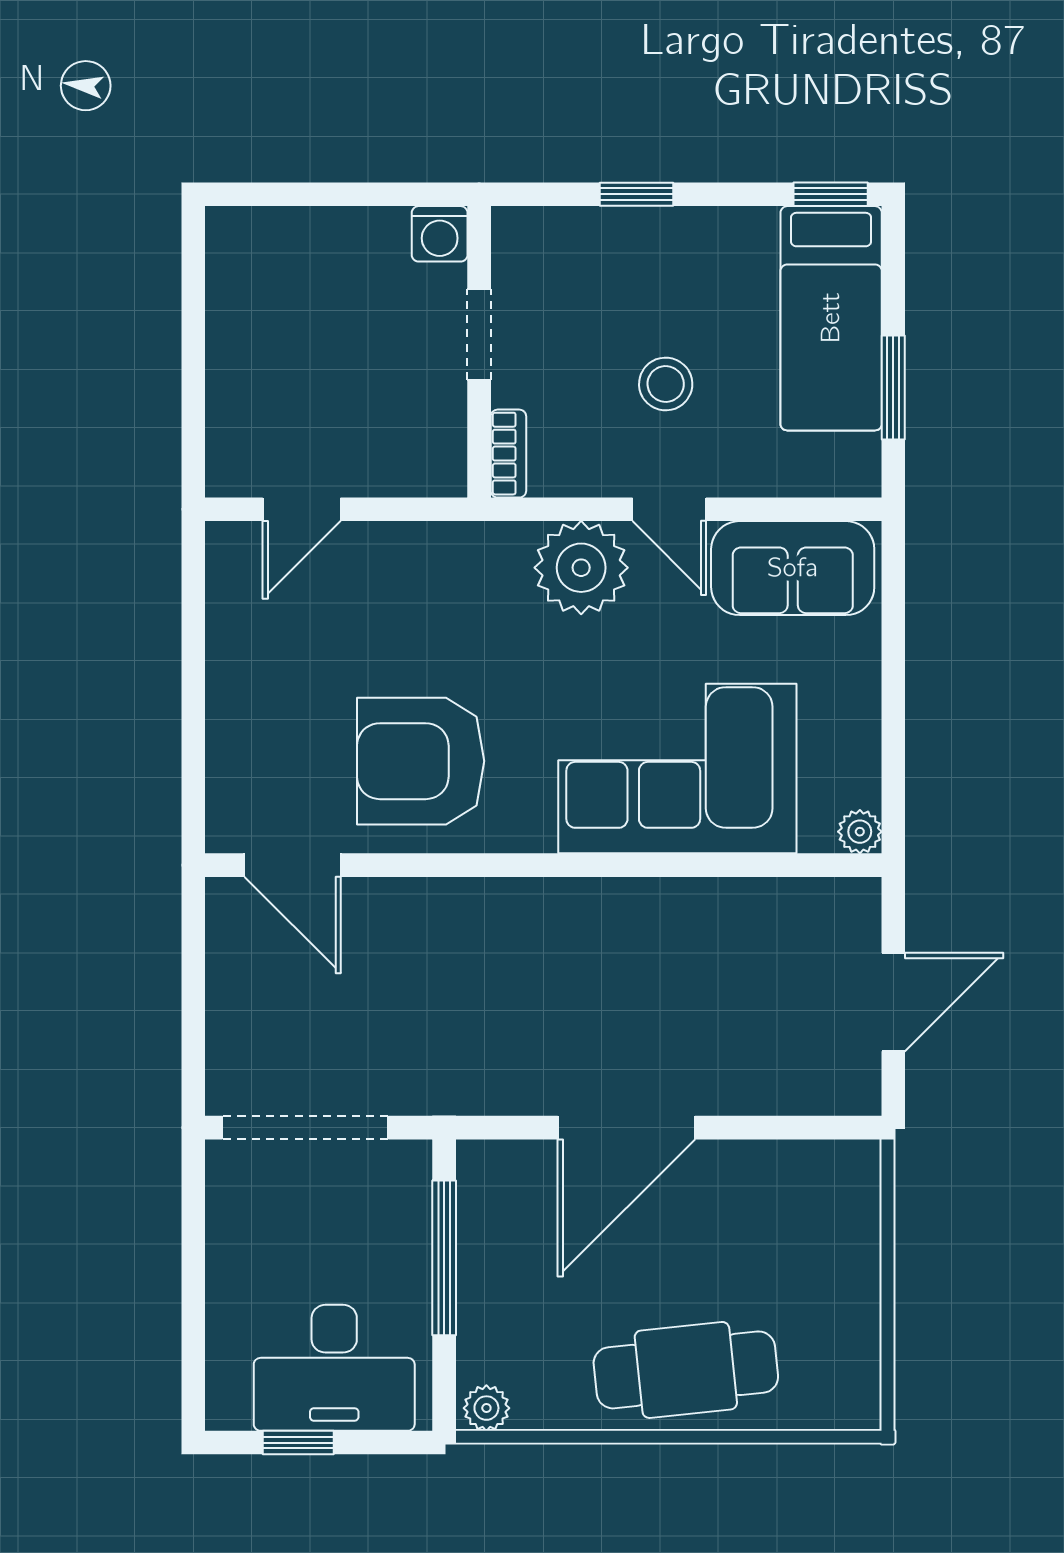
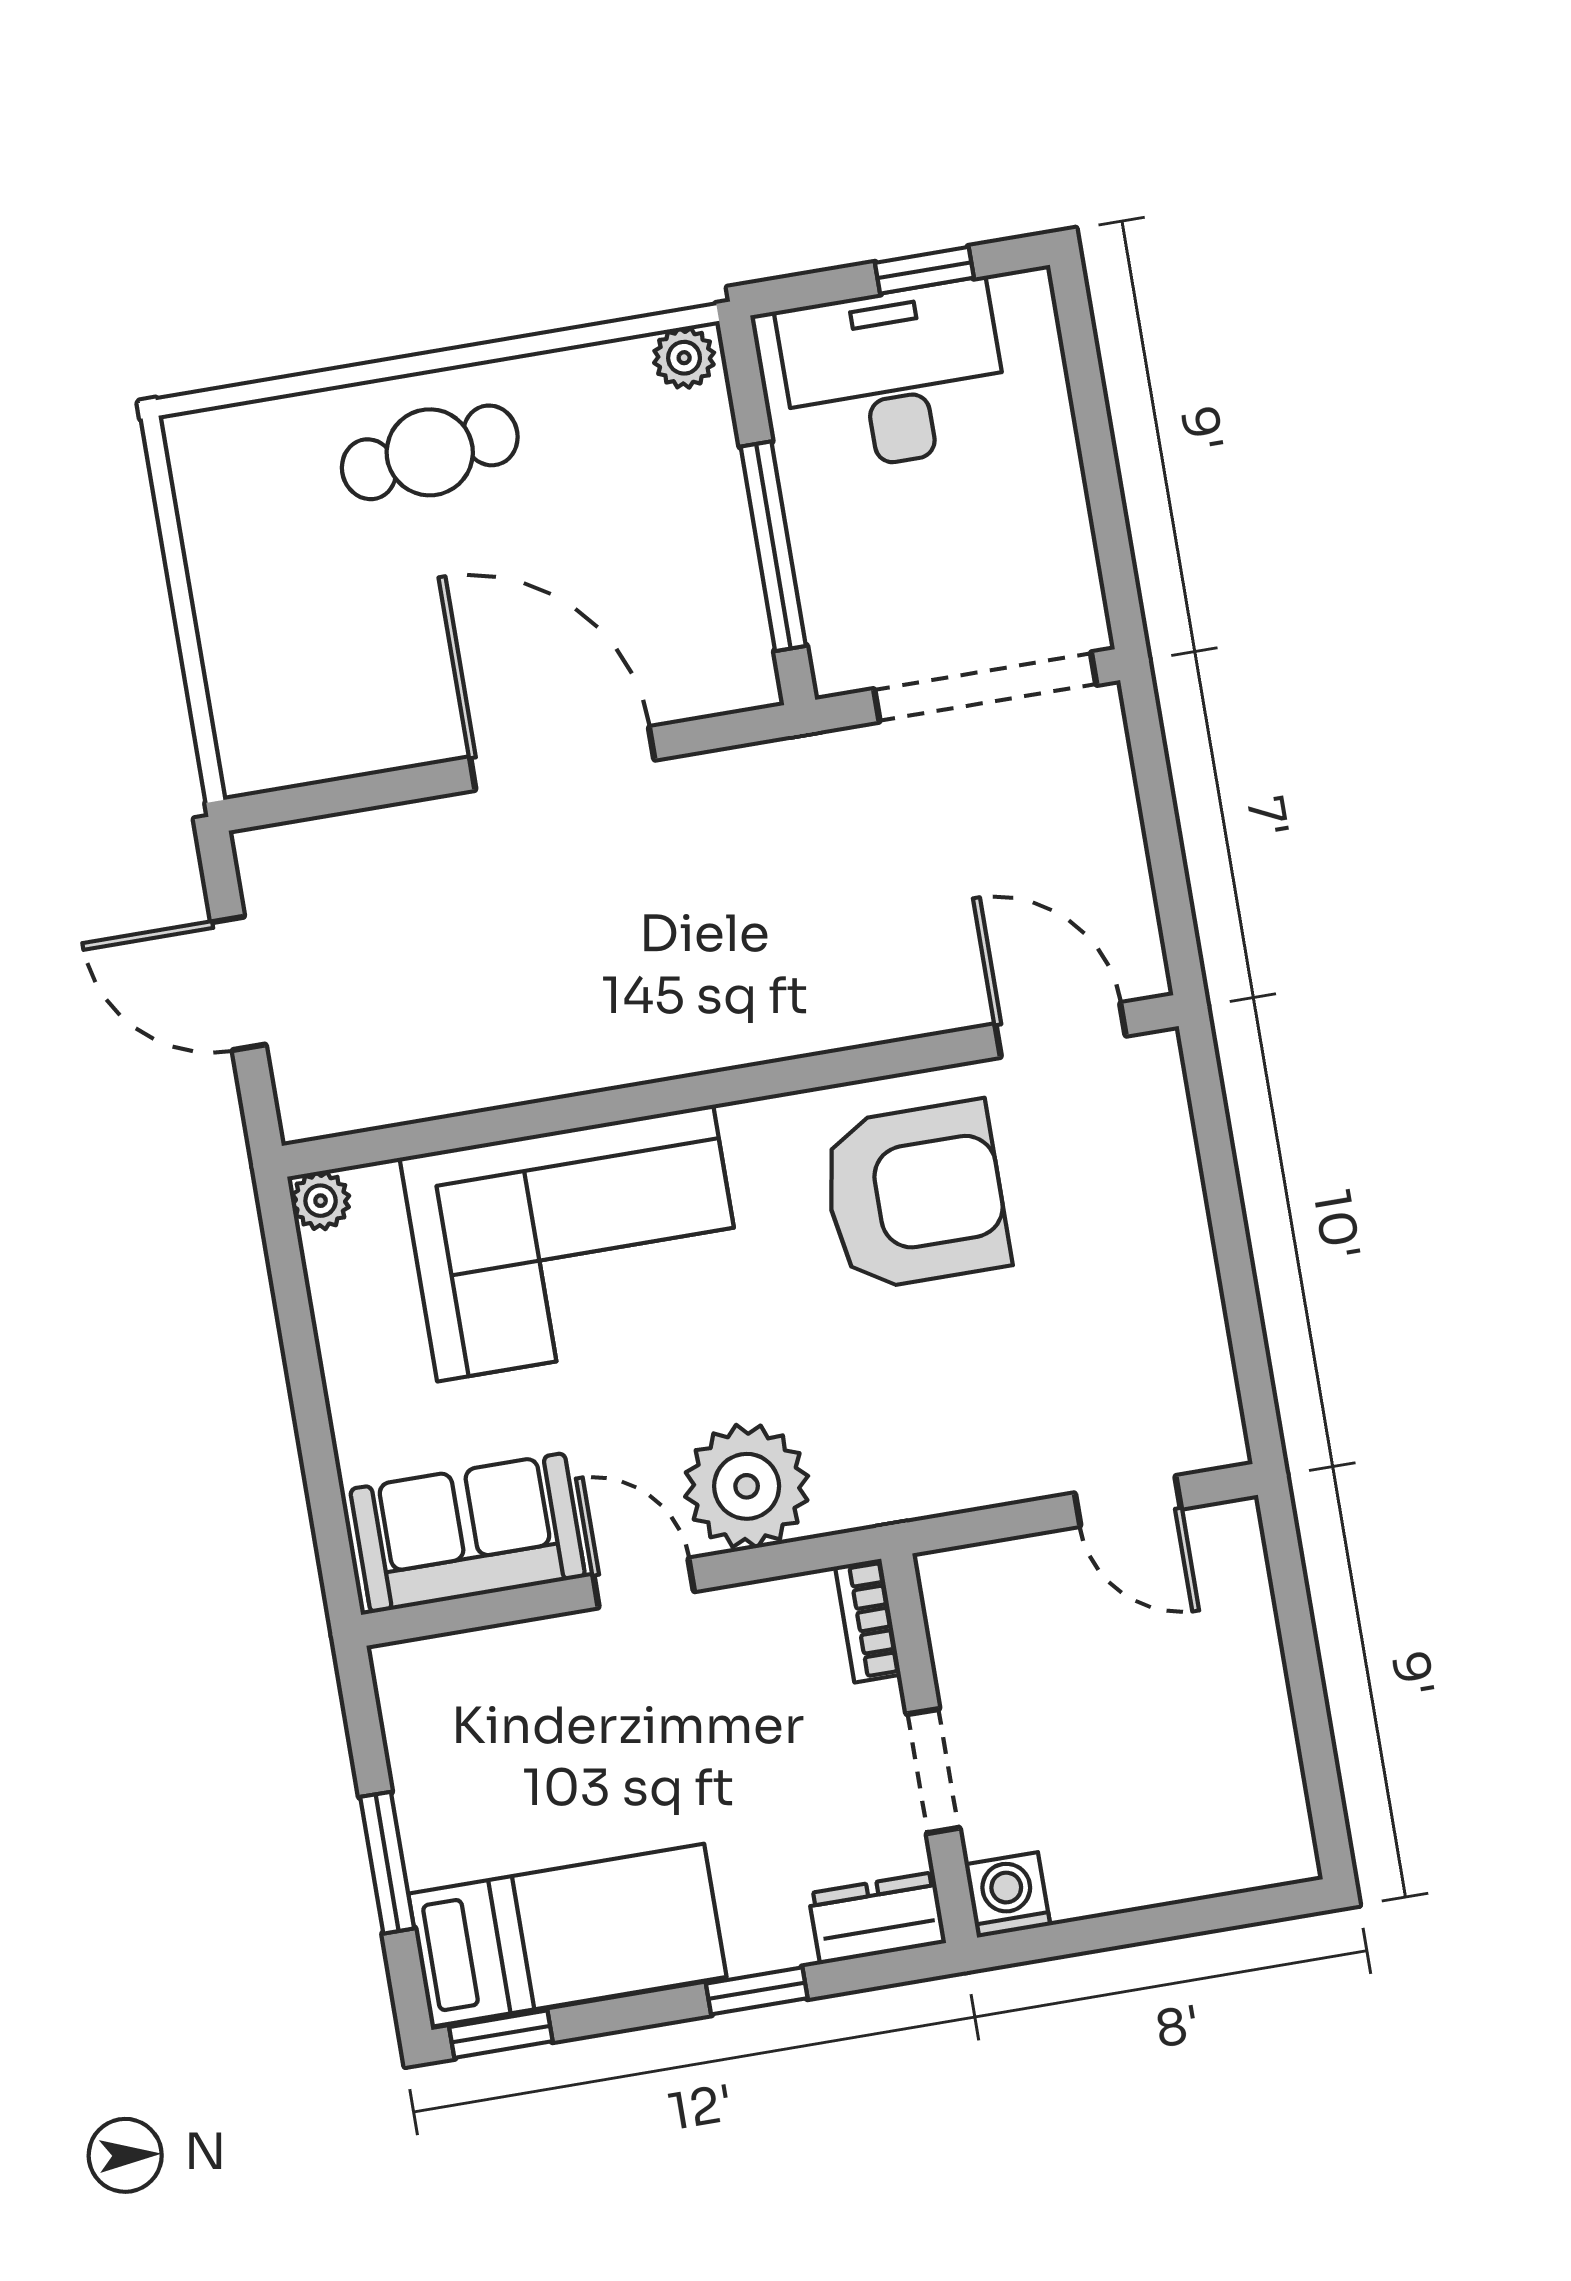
dresser: (539, 233) -> (877, 1918), added
bed: (831, 318) -> (567, 1935), moved, turned 90
stool: (666, 384) -> (676, 1747), removed
window: (893, 387) -> (387, 1863), moved
door: (302, 509) -> (1128, 1501), swing flipped
door: (893, 1002) -> (238, 983), hinge flipped
door: (626, 1128) -> (562, 759), hinge flipped
cafe table: (686, 1370) -> (430, 452), width x0.73, depth x0.74

